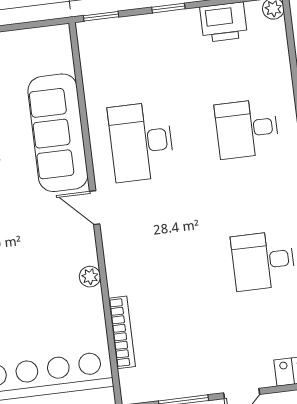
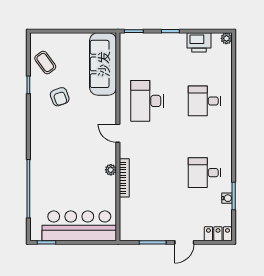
sofa: (58, 133) -> (103, 64), moved
bookcase: (122, 332) -> (124, 178), moved

